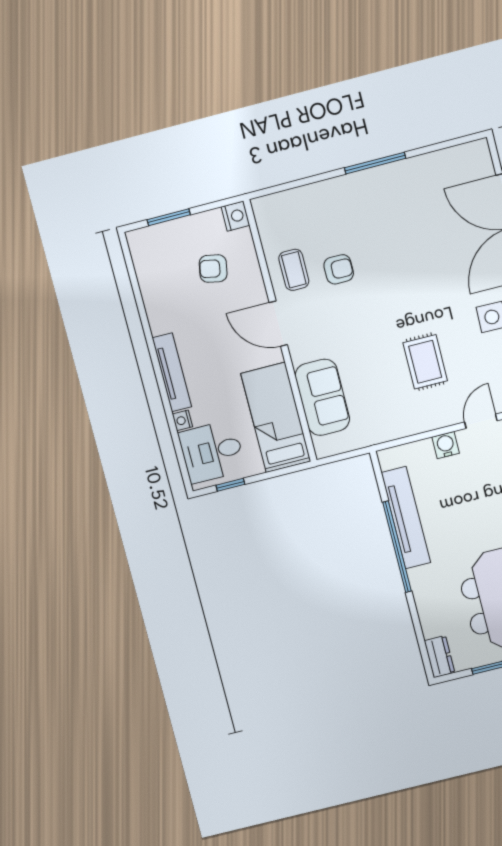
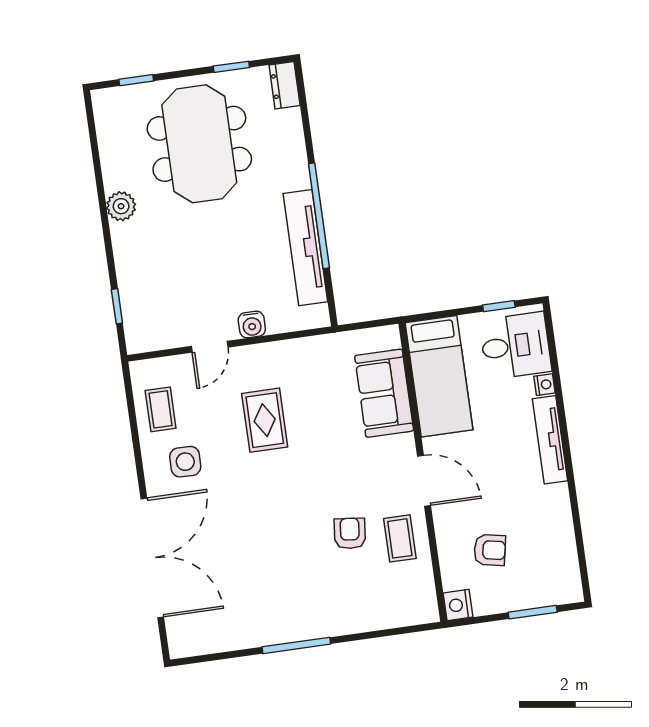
armchair: (339, 269) -> (350, 533), turned 96

